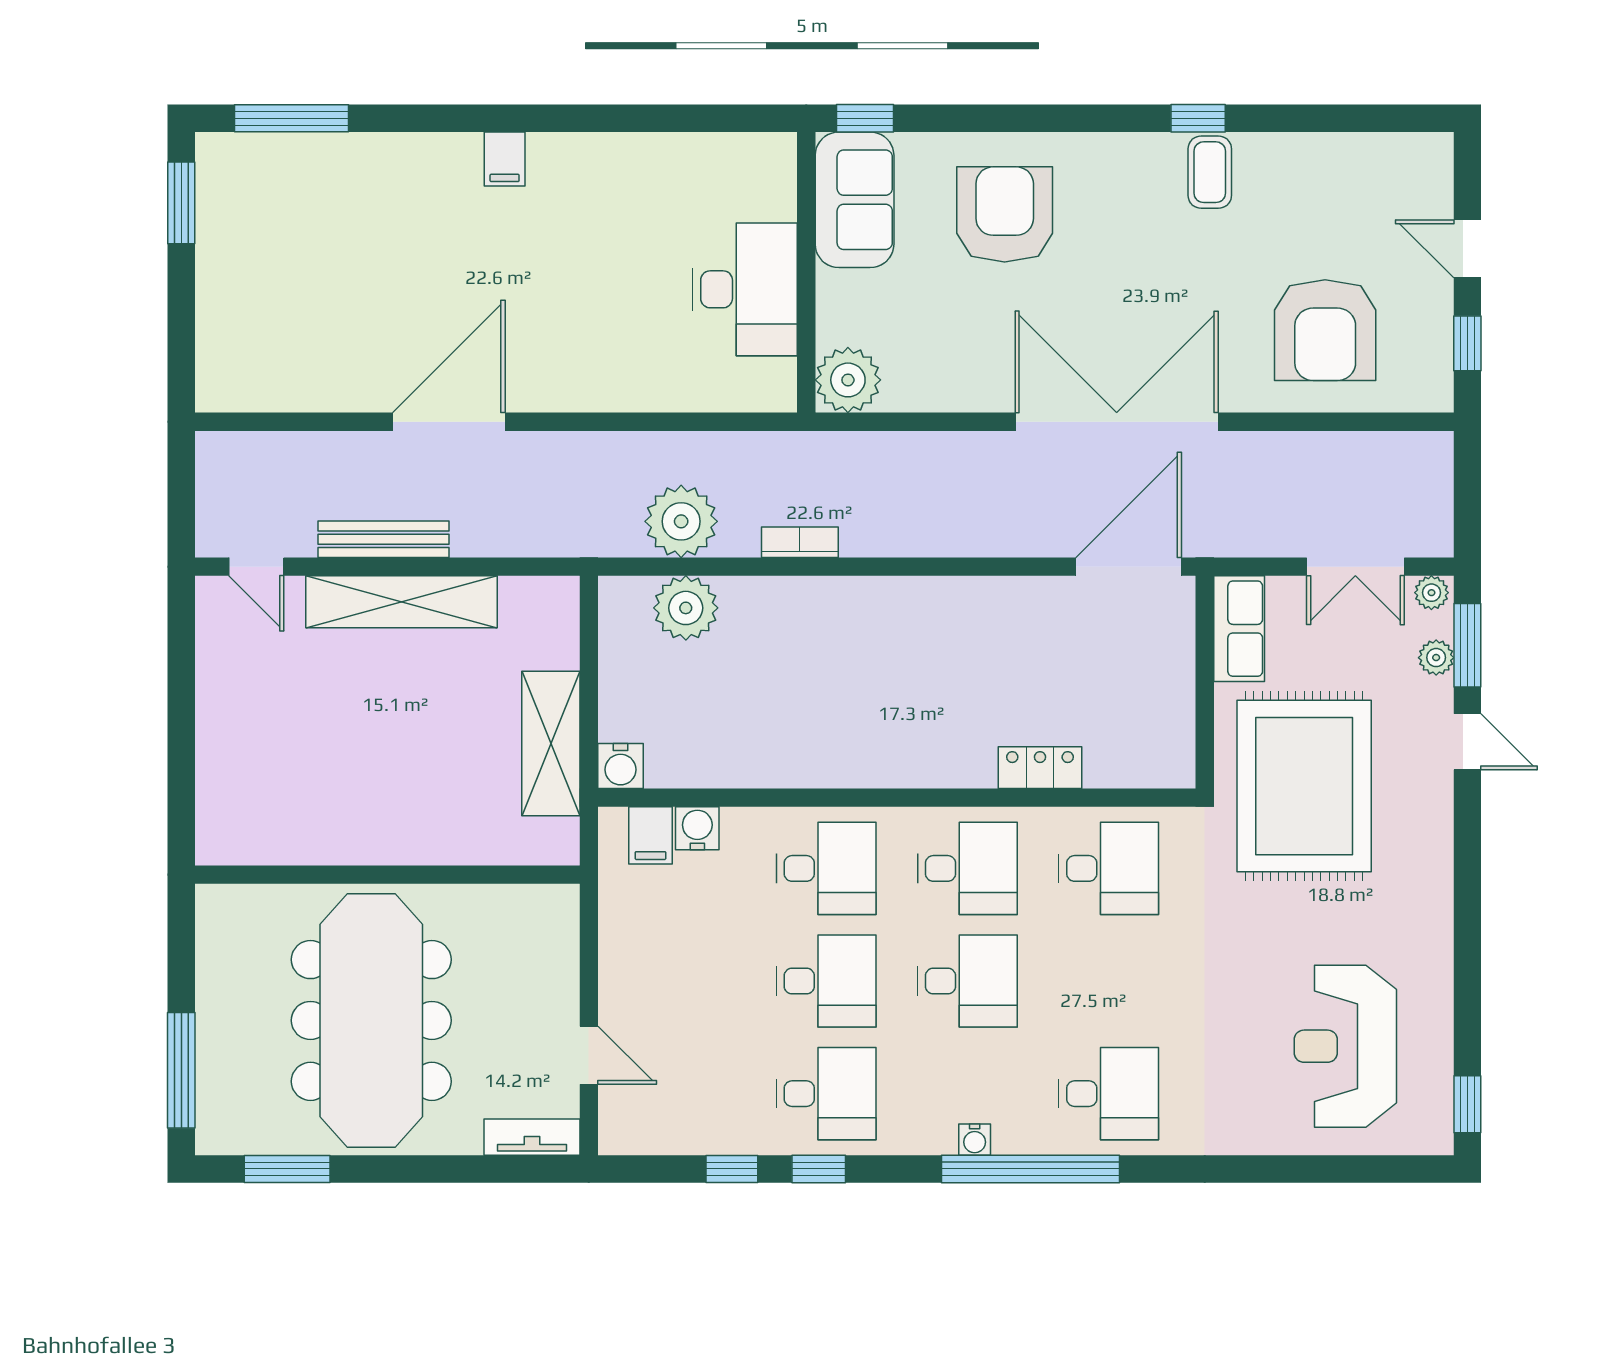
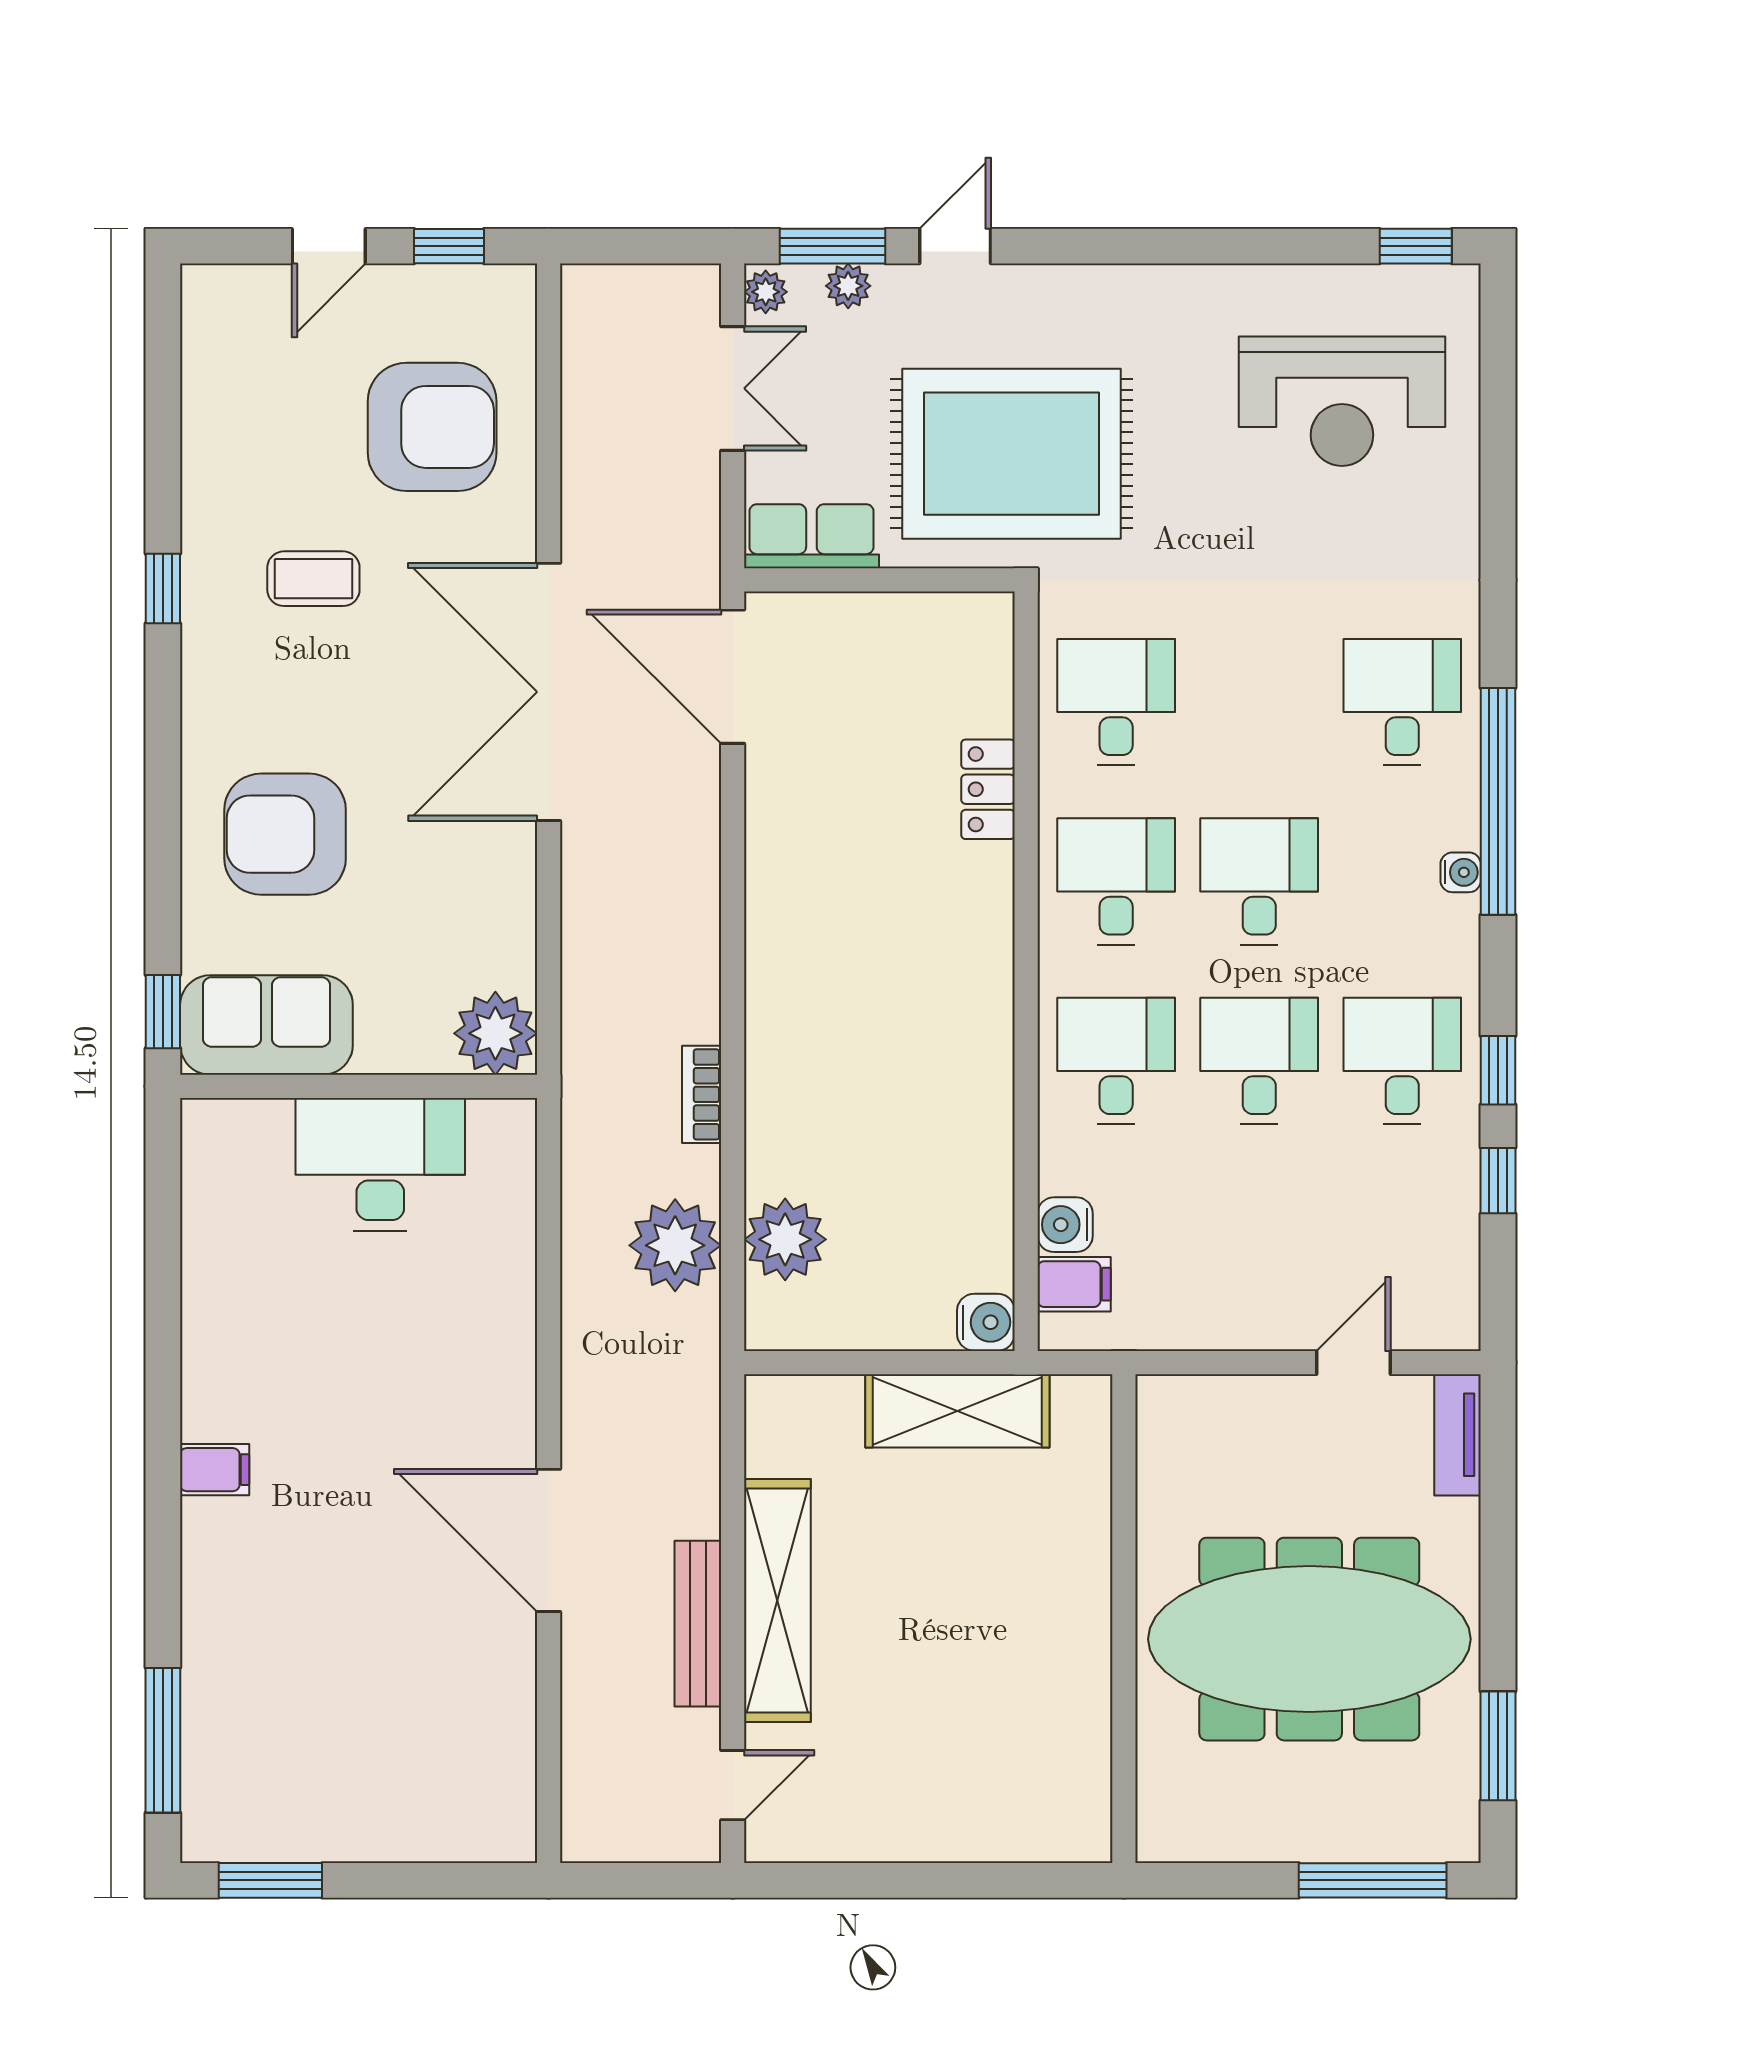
coffee table: (1210, 172) -> (313, 579), moved

